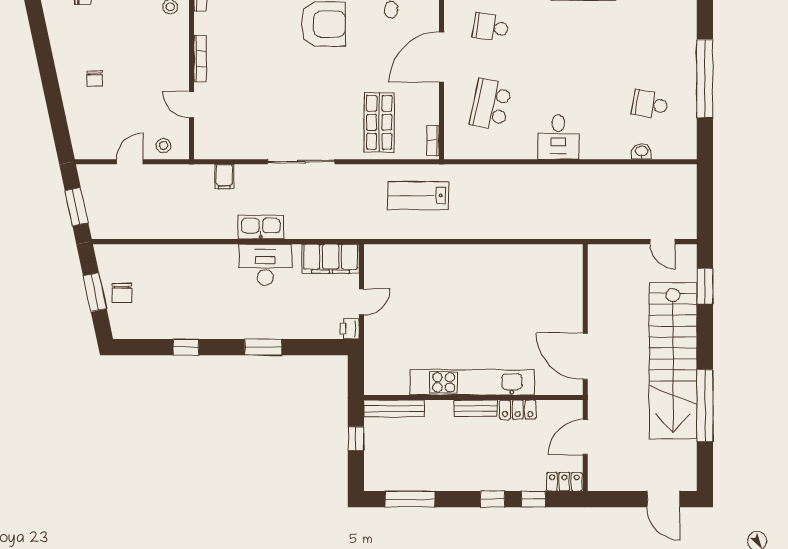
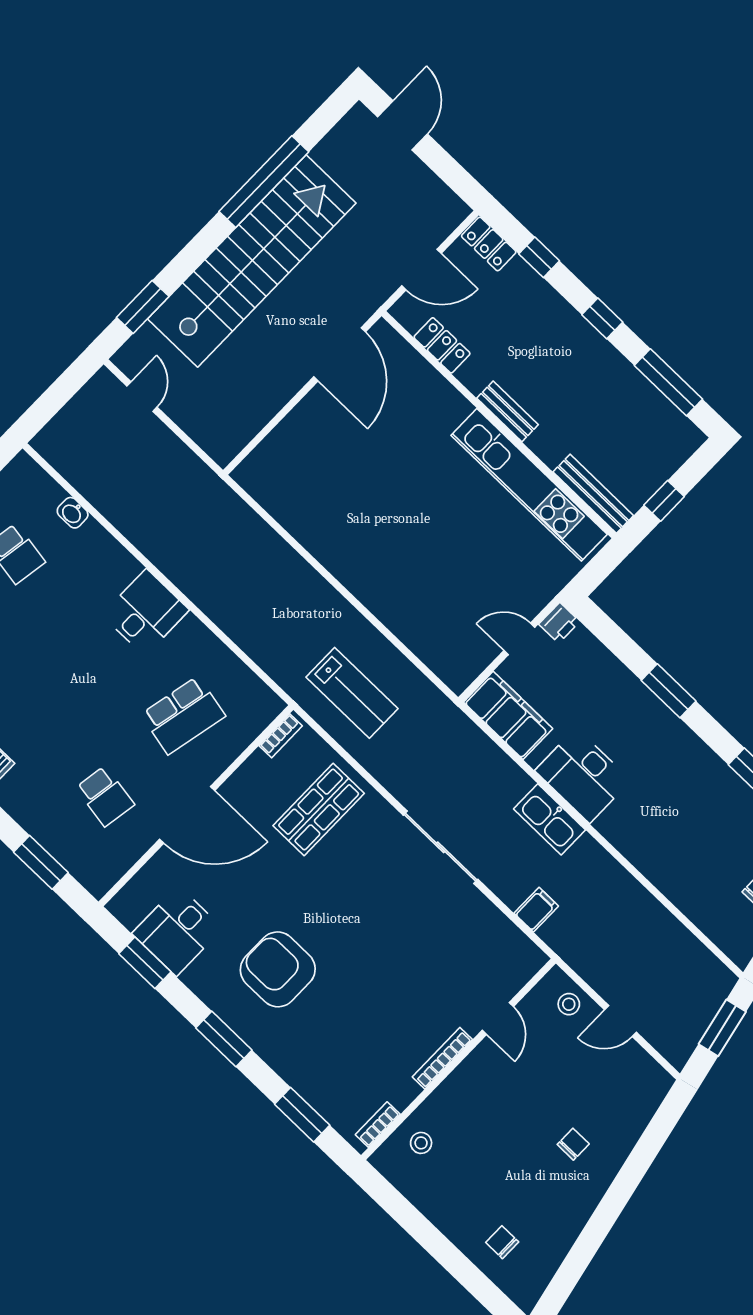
kitchen unit: (472, 382) -> (529, 485), moved
locker: (518, 410) -> (442, 345), moved
window: (493, 499) -> (602, 318), moved

